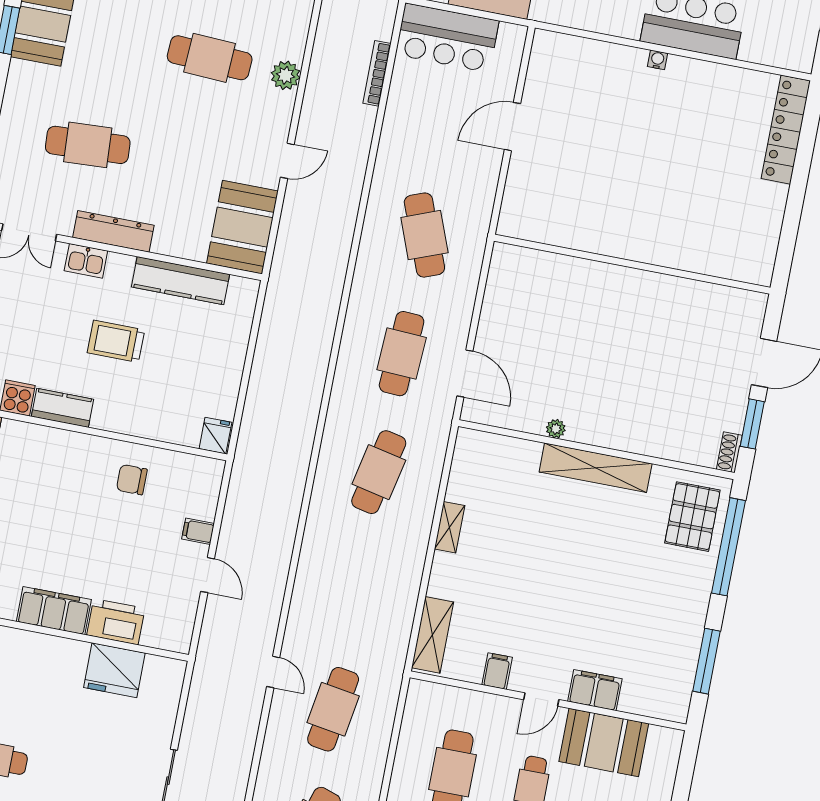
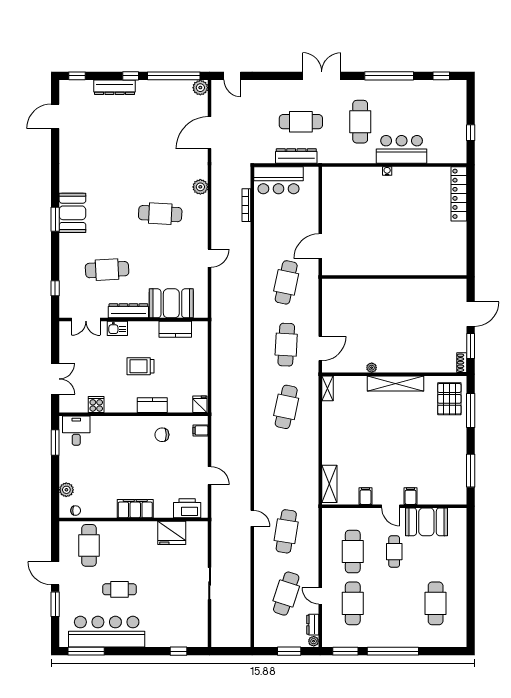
plant: (286, 75) -> (200, 187), moved
door: (512, 127) -> (320, 246), moved
booth: (242, 227) -> (171, 303), moved, turned 90
cafe table: (424, 235) -> (286, 282), turned 33
kitchen counter: (180, 281) -> (175, 329), width x0.67
door: (465, 374) -> (320, 349), hinge flipped
kitchen counter: (63, 408) -> (152, 405), moved
shelving: (450, 527) -> (327, 388), moved
filing cabinet: (198, 531) -> (200, 430), moved
window: (729, 547) -> (471, 411), width x0.68
printer: (116, 622) -> (187, 508), moved
filing cabinet: (595, 690) -> (411, 496), width x0.50
door: (541, 700) -> (391, 506), hinge flipped

